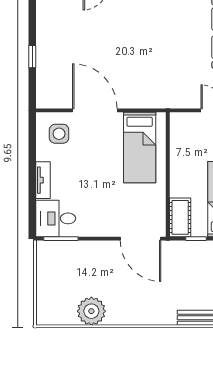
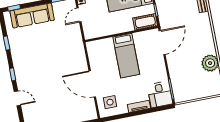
door: (95, 110) -> (92, 84), hinge flipped
bed: (140, 148) -> (126, 56), moved, turned 90

